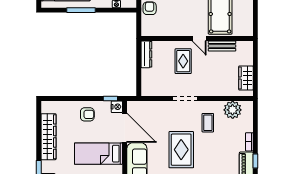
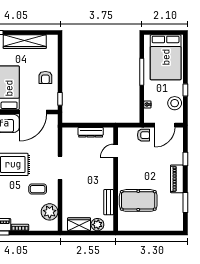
door: (199, 38) -> (116, 151), moved
dresser: (146, 54) -> (91, 132), moved
plant: (246, 58) -> (97, 225), added
rug: (183, 61) -> (95, 166), removed
nightstand: (117, 107) -> (52, 105), removed

